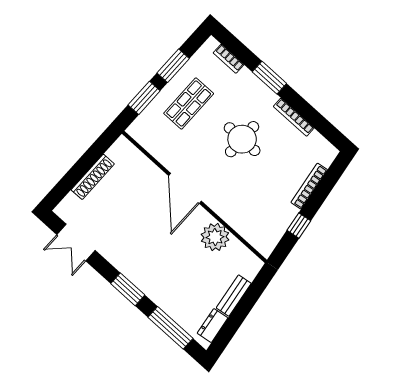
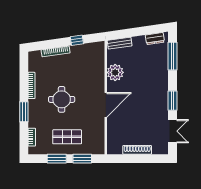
window: (128, 289) -> (173, 101), moved
bench: (234, 296) -> (120, 43), moved

